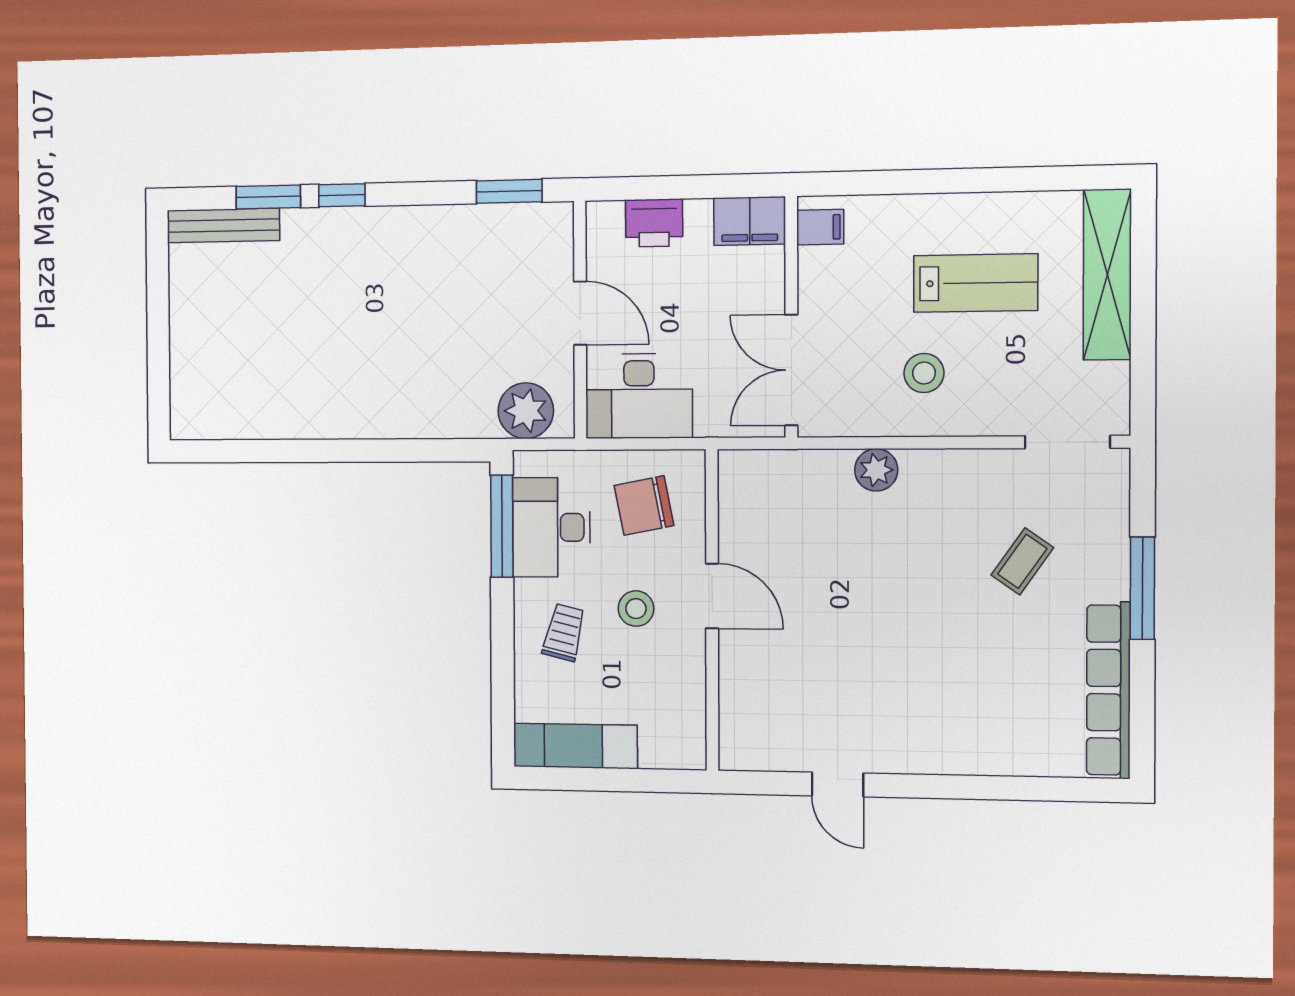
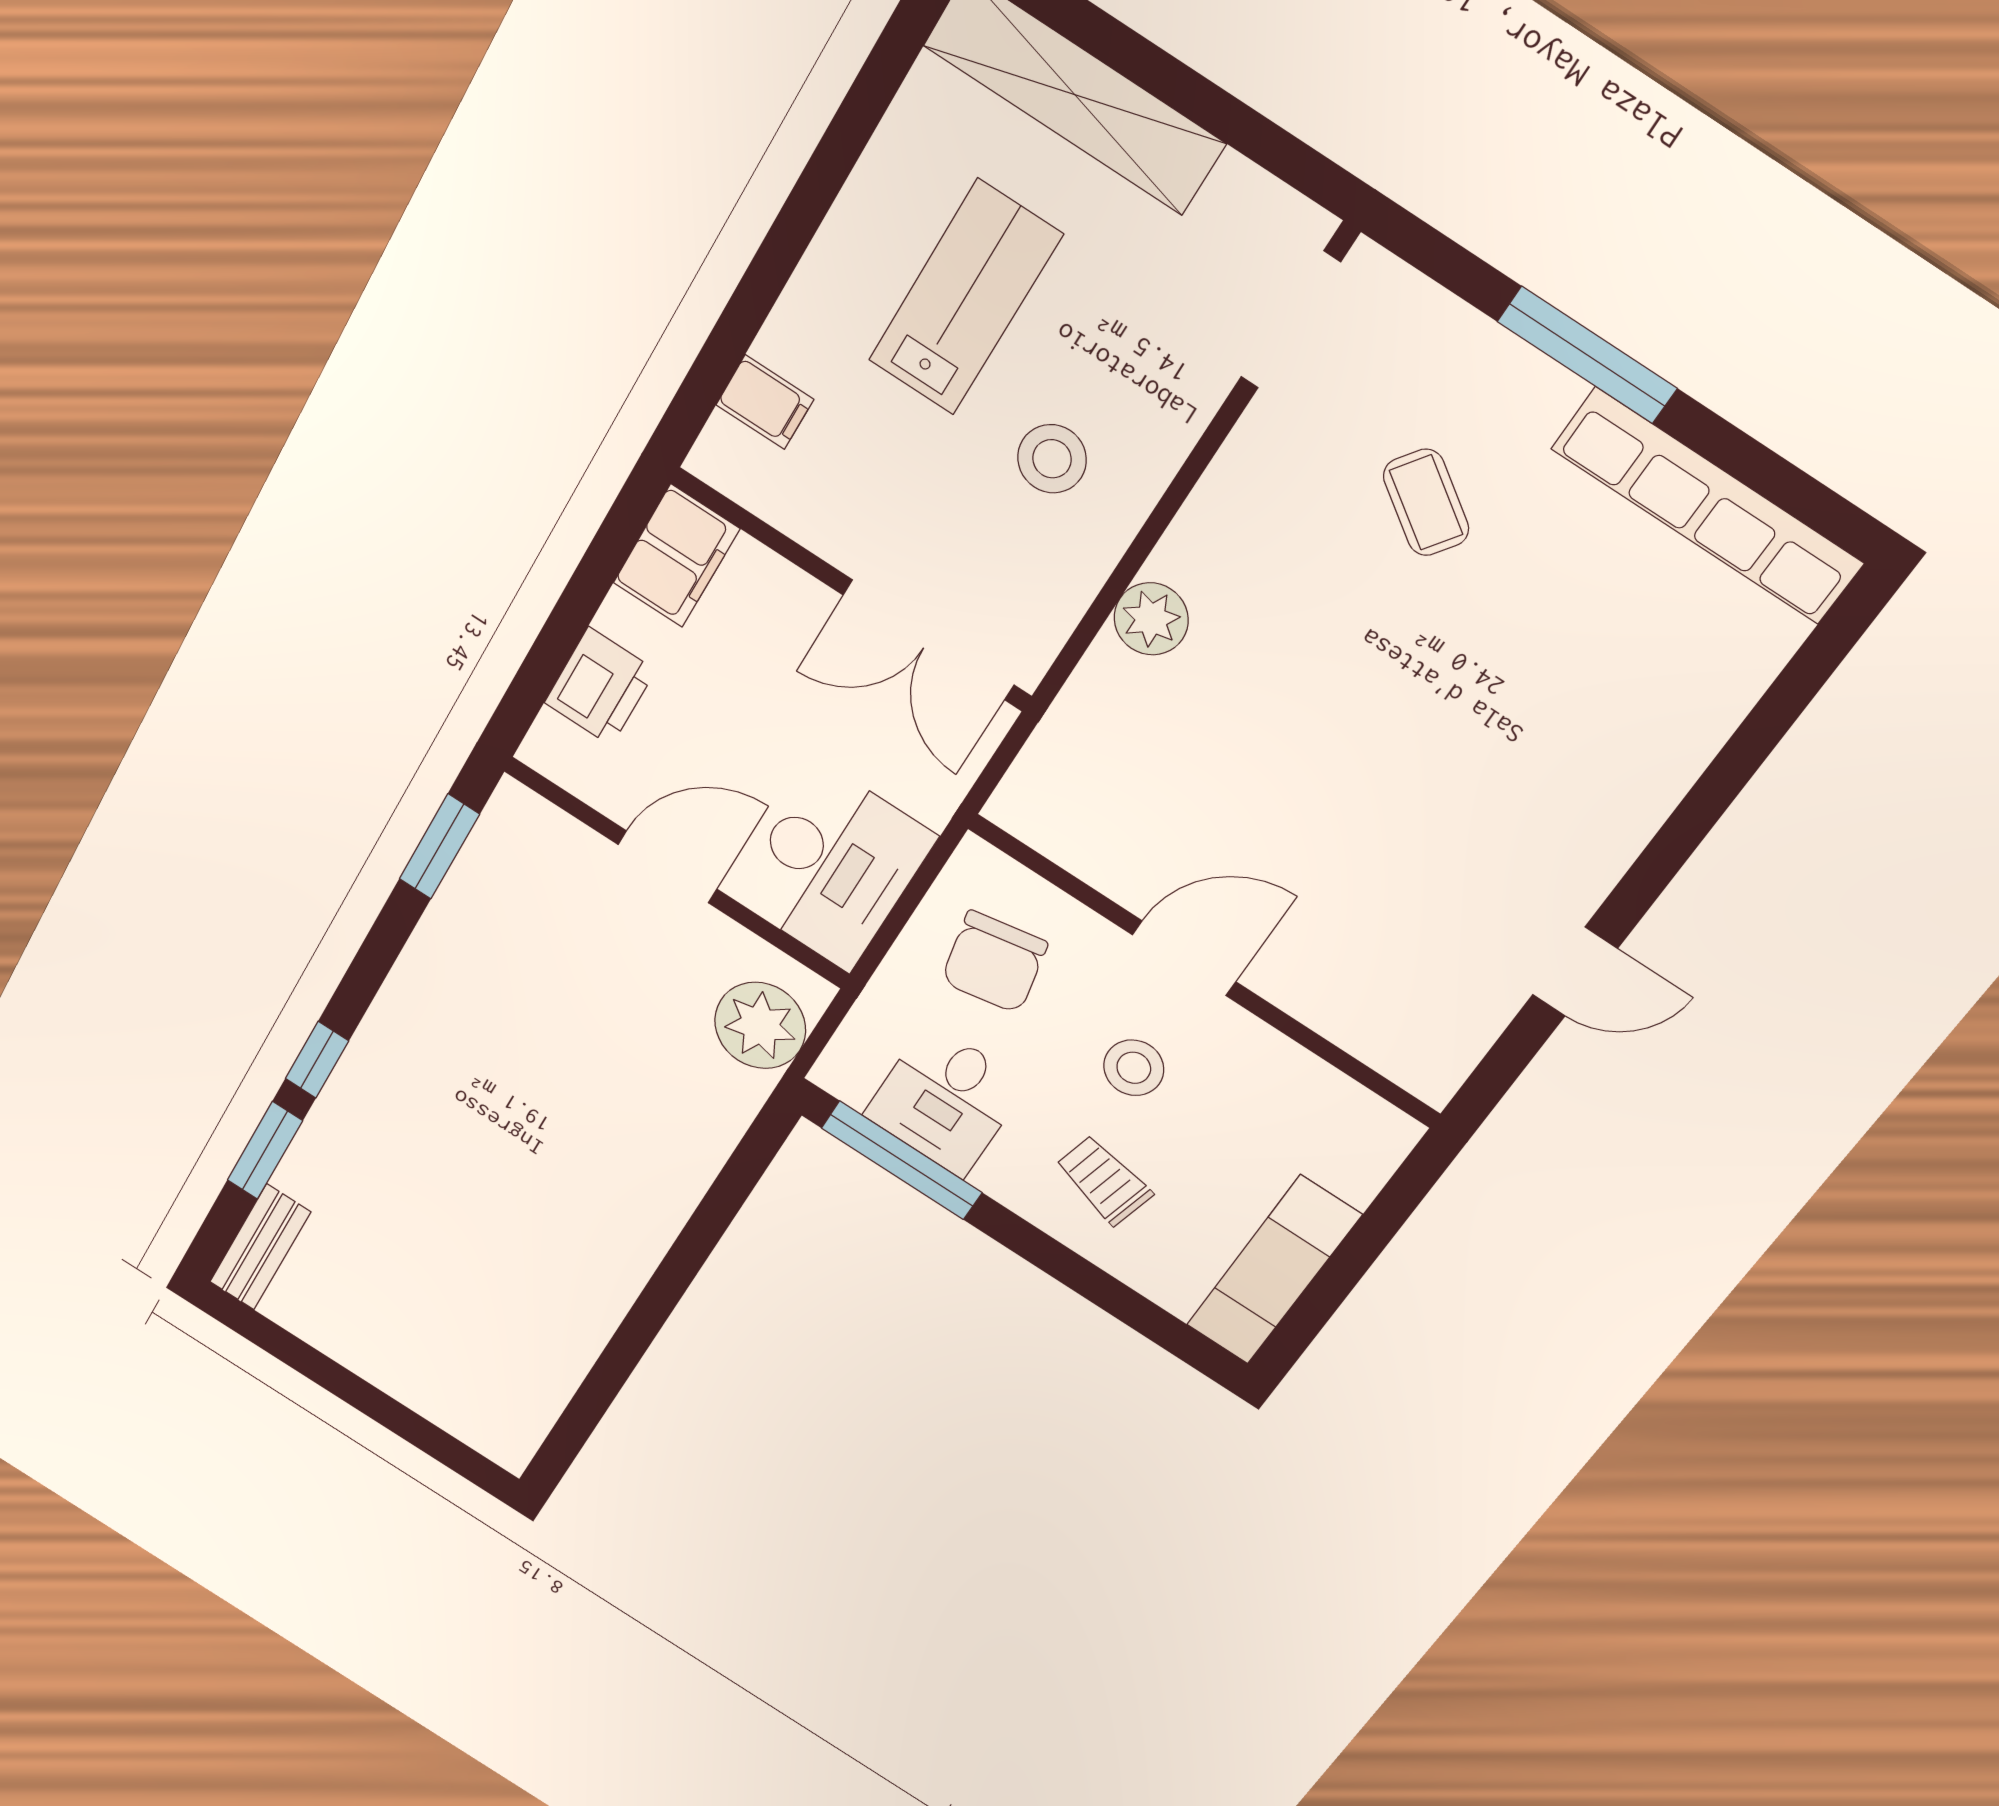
bench: (223, 225) -> (260, 1247), width x0.73
filing cabinet: (820, 227) -> (765, 402), moved, turned 90
desk: (551, 527) -> (945, 1100), width x0.73

